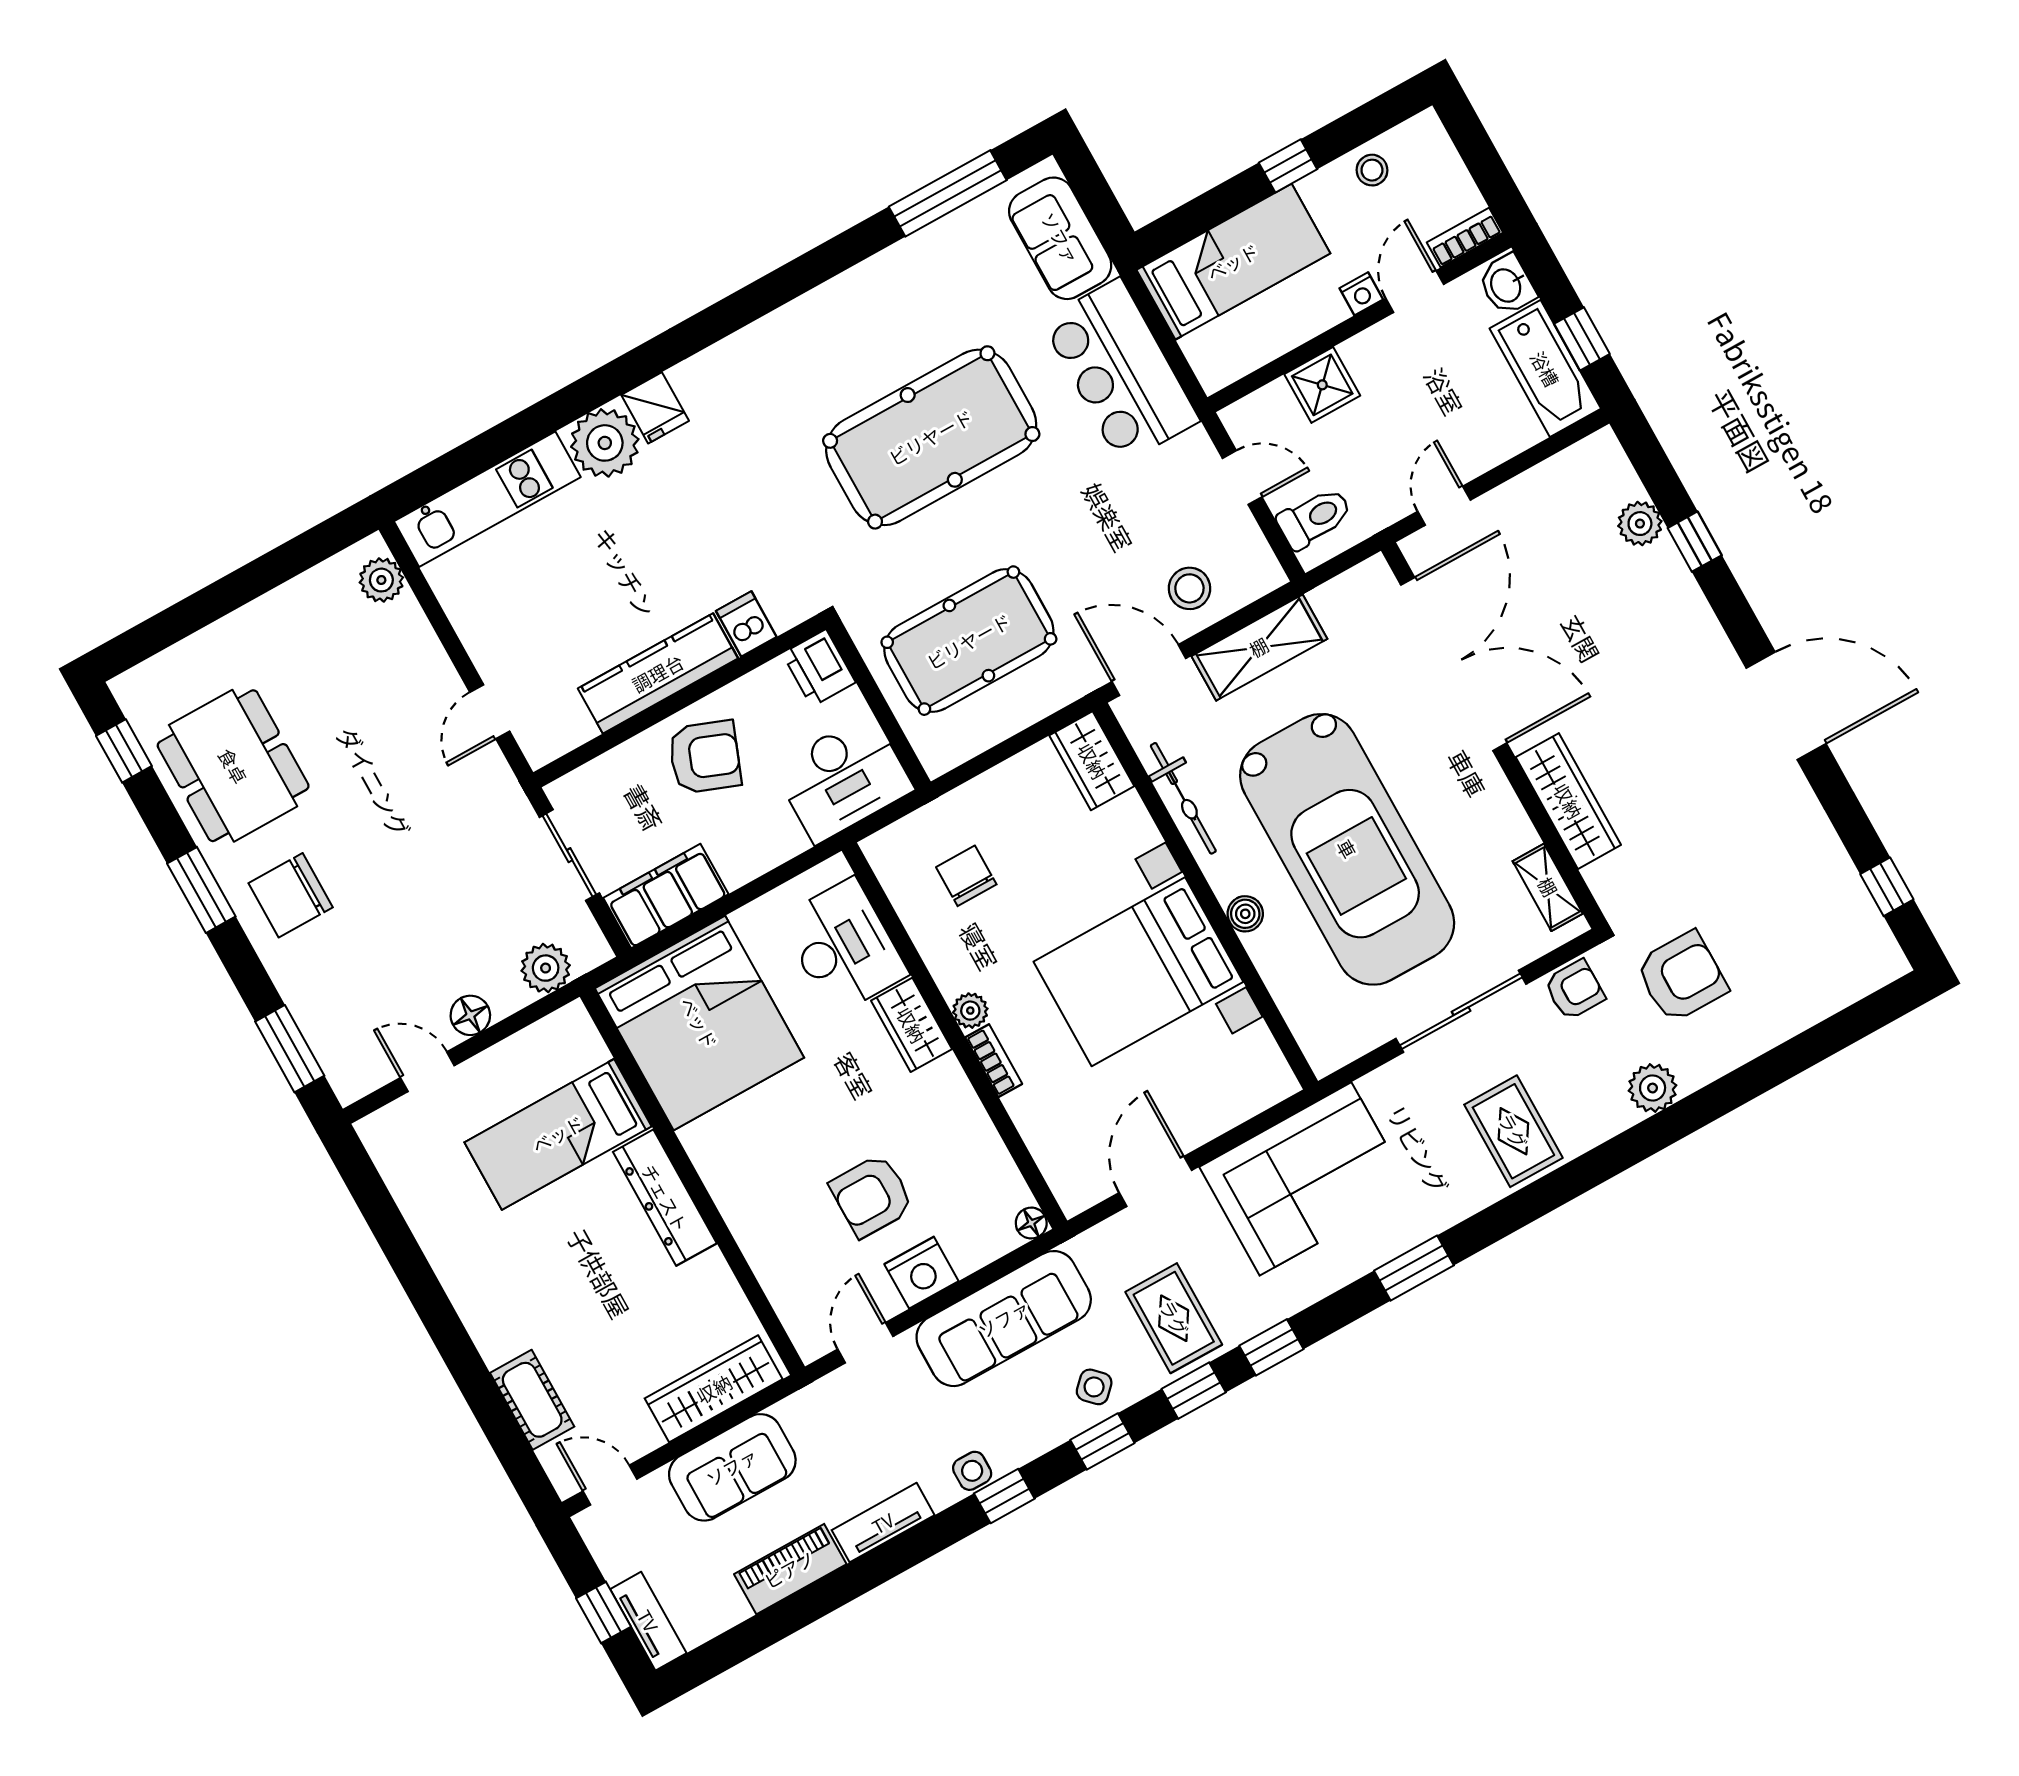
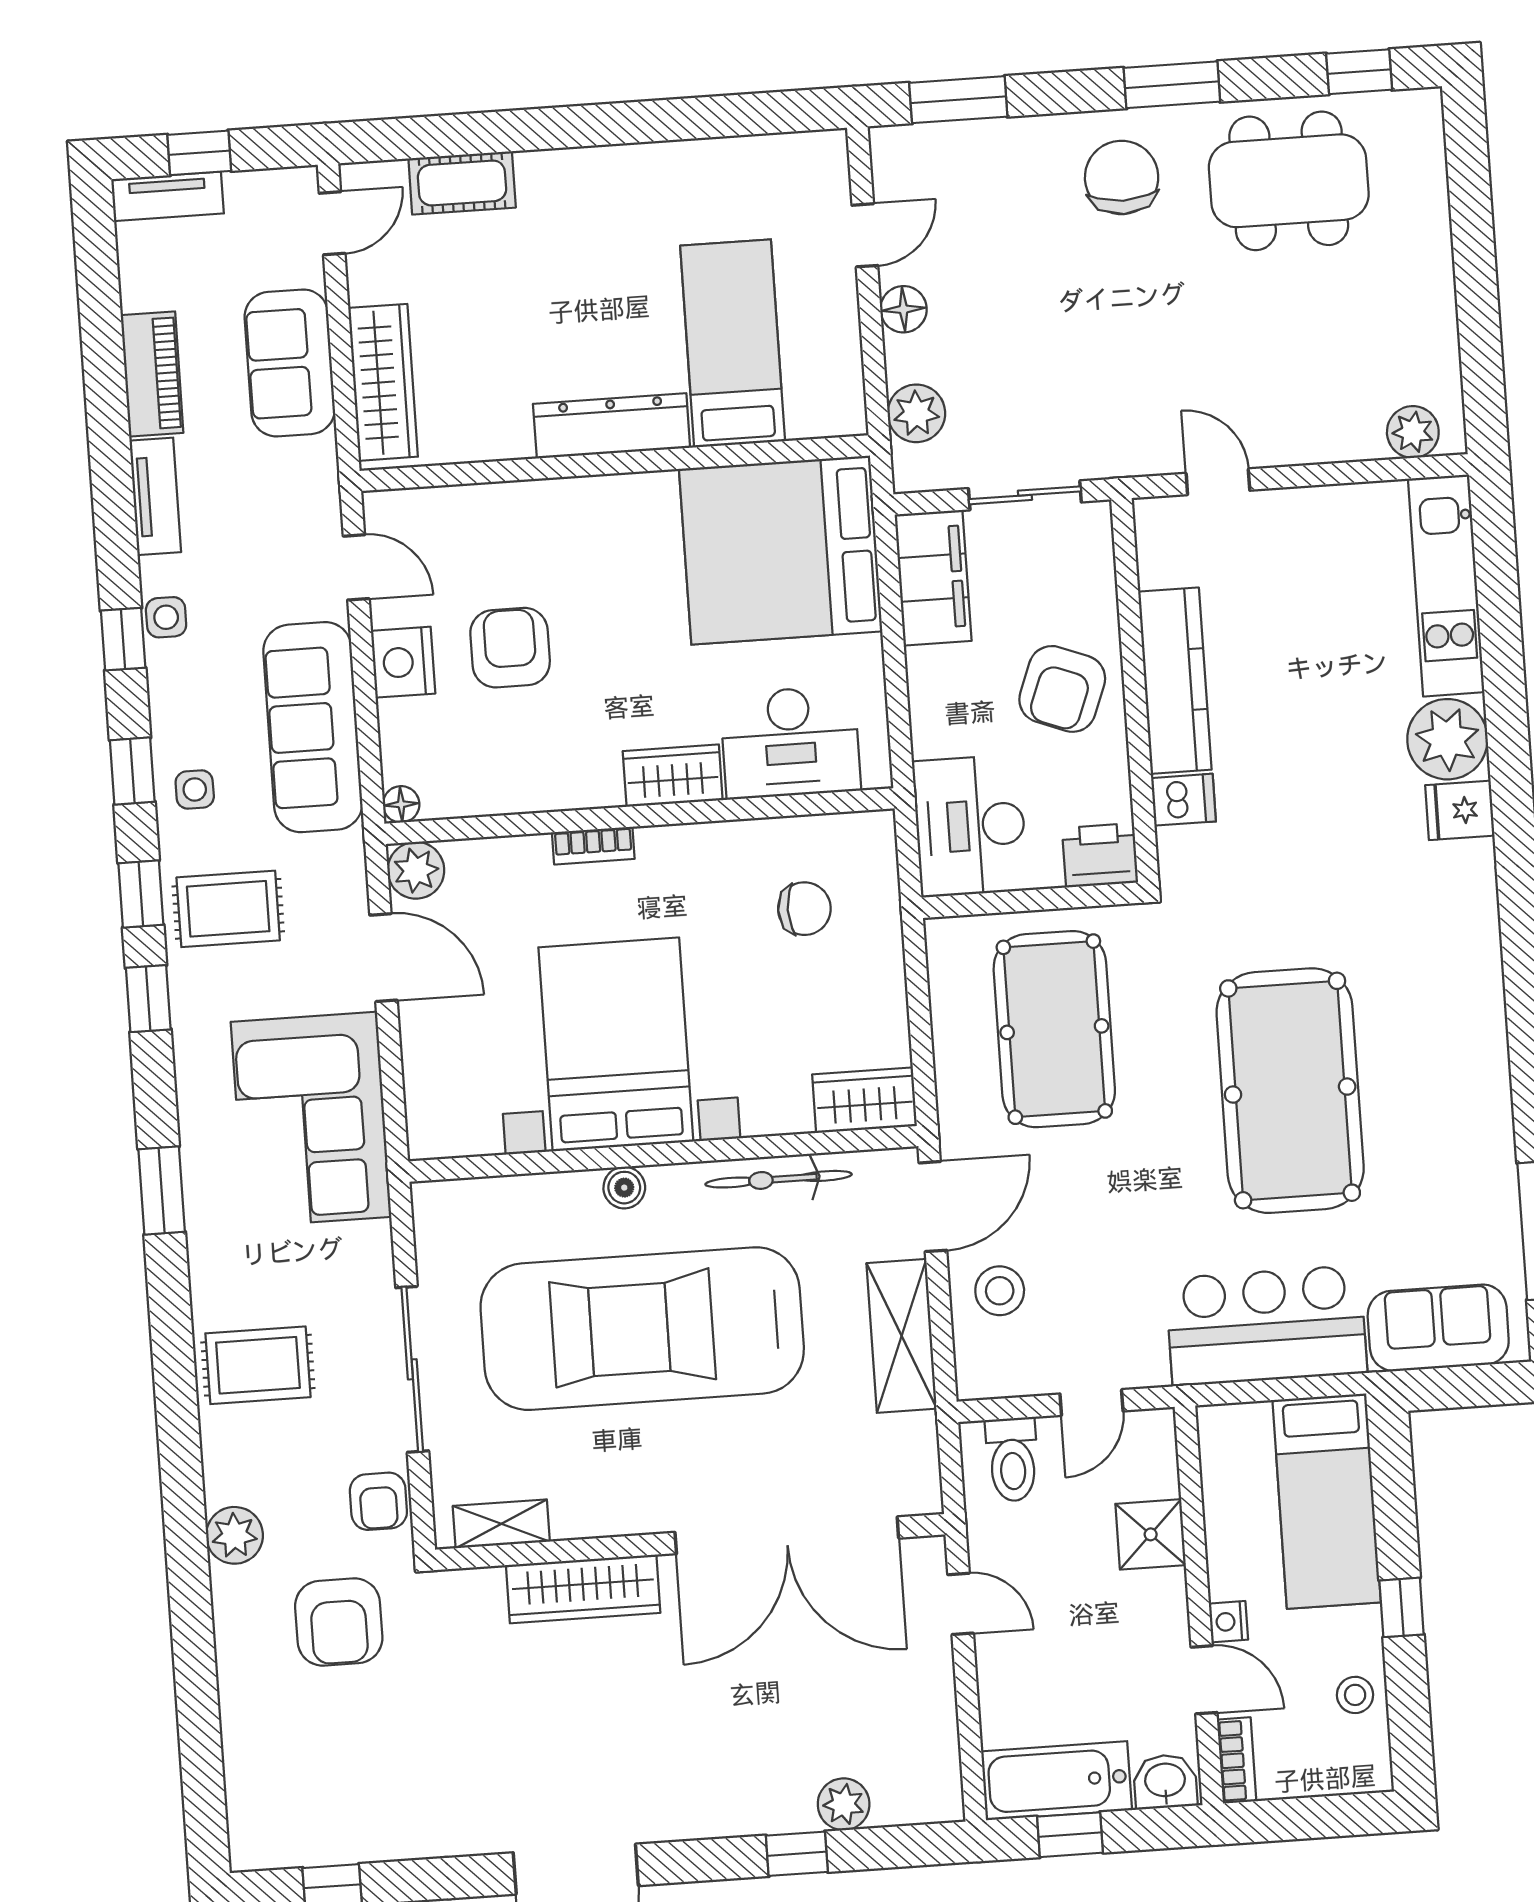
plant: (970, 1011) -> (416, 870), moved, width x1.38, depth x1.38
side table: (1094, 1387) -> (195, 789), turned 45

